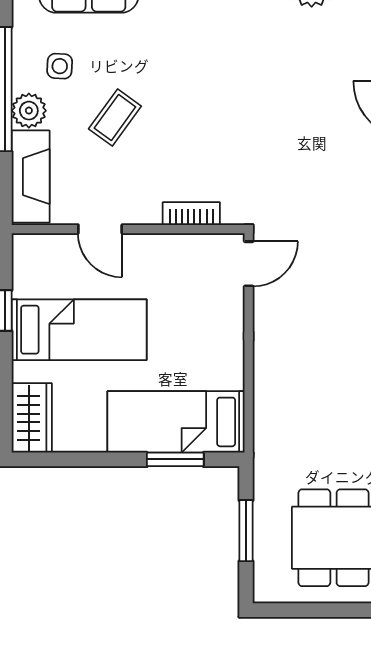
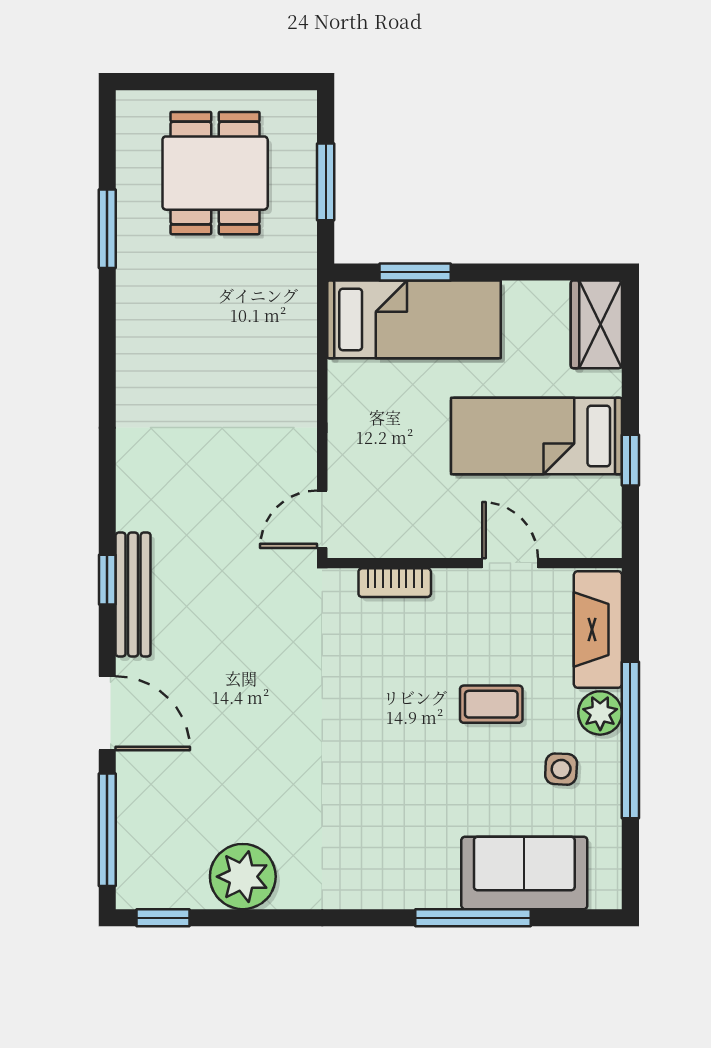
coffee table: (115, 118) -> (491, 704), turned 54

